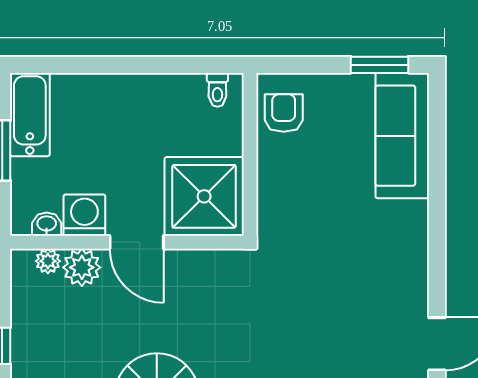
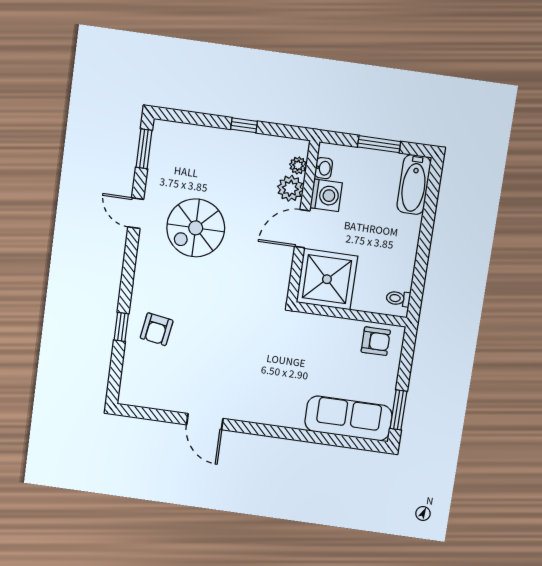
bathtub: (30, 115) -> (414, 185), moved, turned 90

